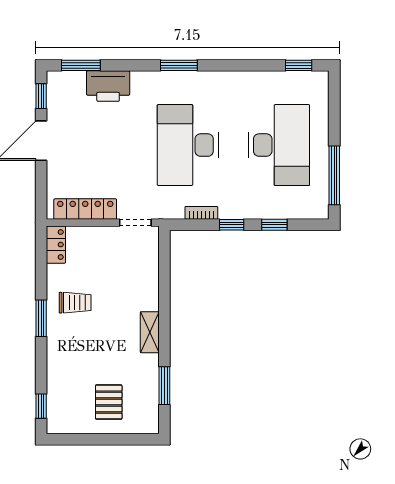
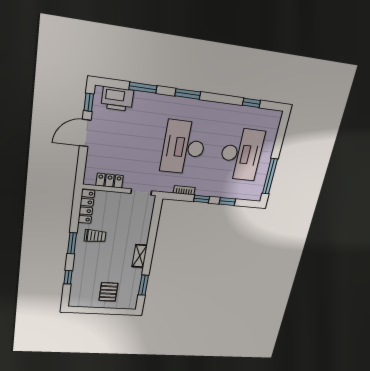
window: (81, 65) -> (143, 88), moved
window: (299, 65) -> (251, 103), moved
printer: (108, 86) -> (117, 99), moved
locker: (85, 209) -> (110, 181), width x0.66
locker: (56, 245) -> (86, 207), width x1.53
window: (41, 406) -> (68, 277), moved

